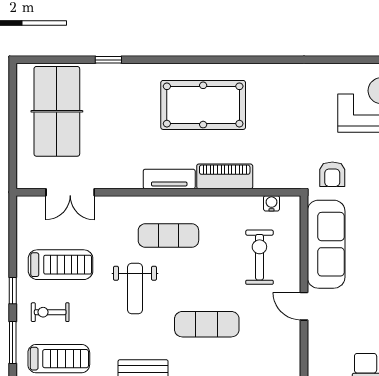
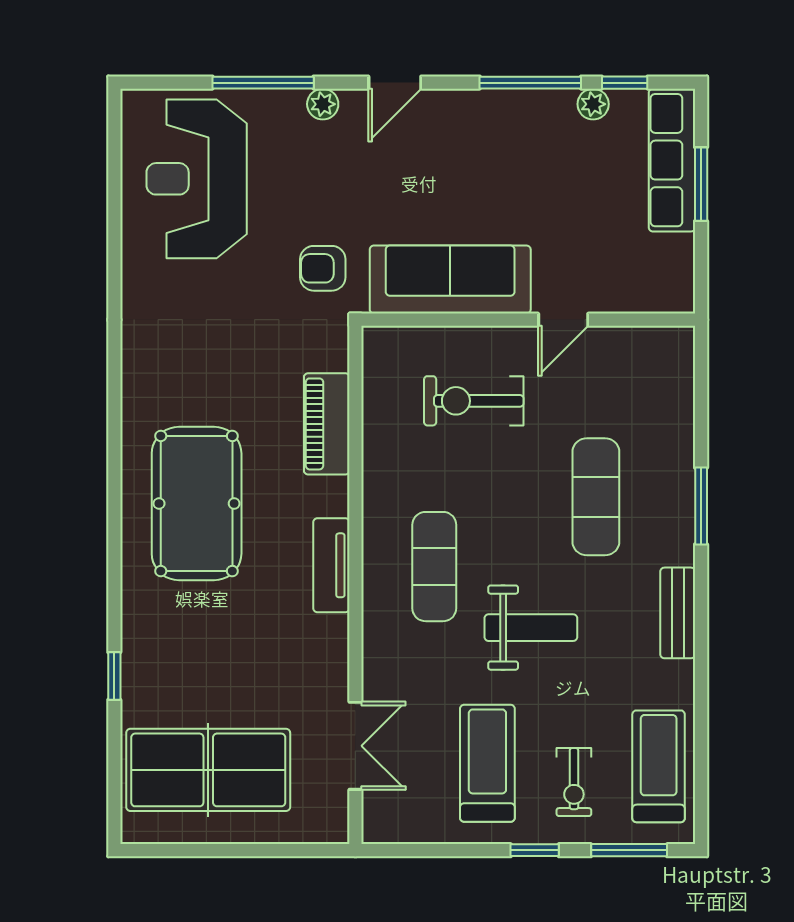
armchair: (332, 174) -> (323, 268), turned 180
piano: (225, 176) -> (327, 424), moved
water cooler: (272, 203) -> (376, 379), removed

